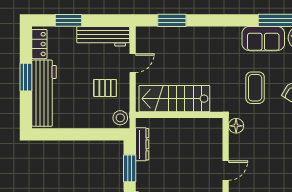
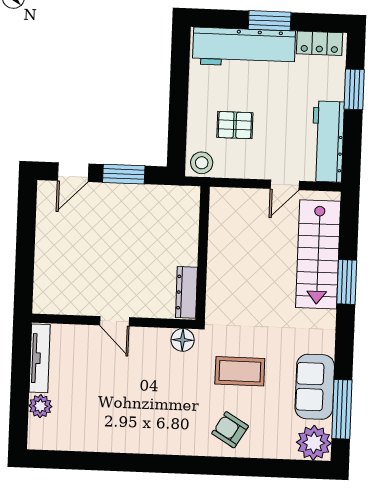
window: (172, 20) -> (347, 282), moved
door: (133, 63) -> (285, 185), hinge flipped
pallet: (105, 88) -> (235, 125), moved, turned 90
stairs: (174, 99) -> (318, 254), moved, turned 180
dresser: (142, 144) -> (186, 292), moved, turned 90

